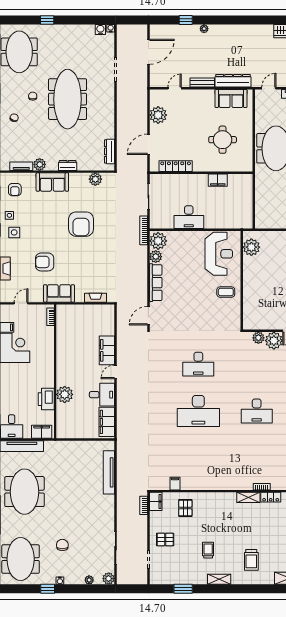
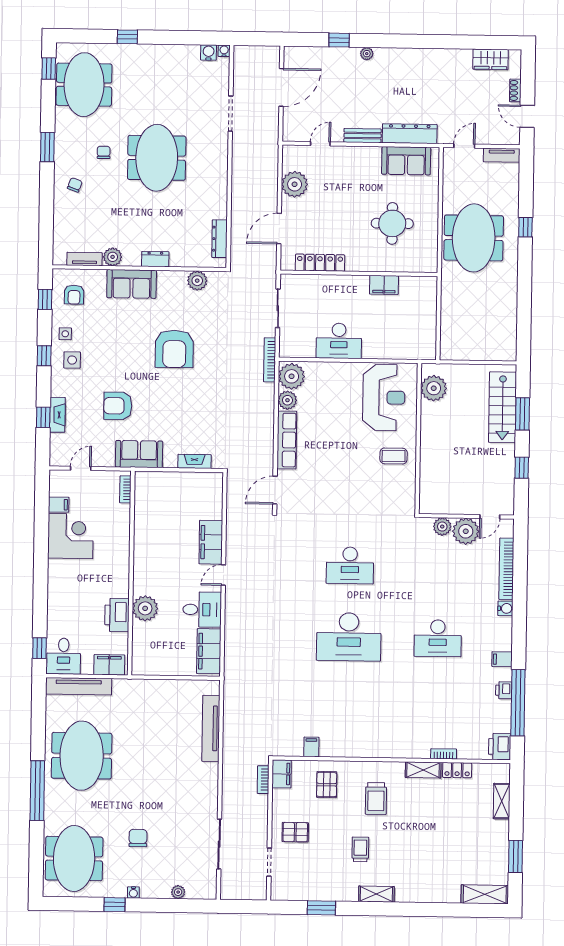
meeting table: (68, 99) -> (157, 158), width x0.73
trolley: (251, 560) -> (376, 799), moved
plant: (109, 579) -> (208, 890), removed

